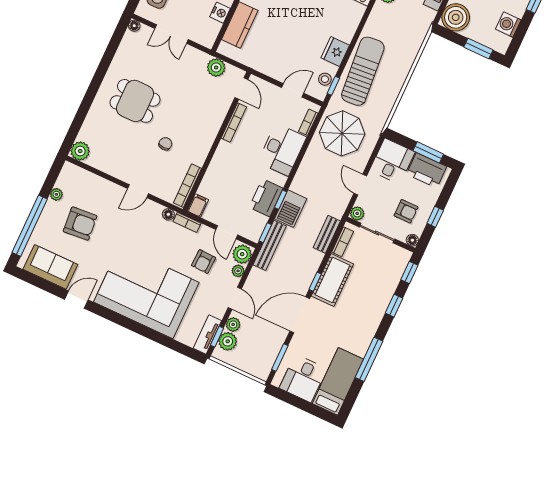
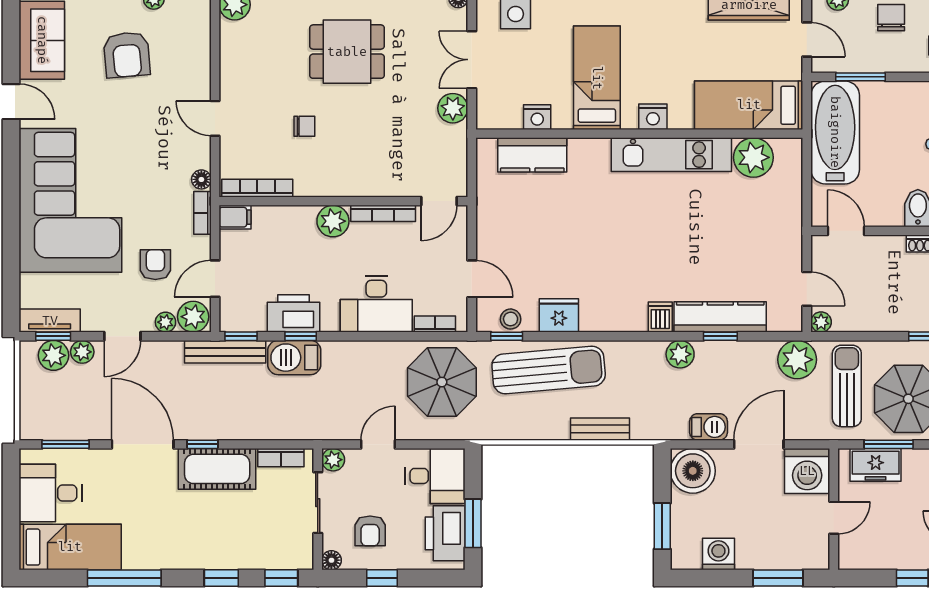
plant: (216, 68) -> (453, 108), moved
dining table: (135, 101) -> (347, 52), turned 90
plant: (225, 152) -> (333, 221), added
bench: (327, 234) -> (600, 429), moved
armchair: (204, 262) -> (155, 265), turned 88

